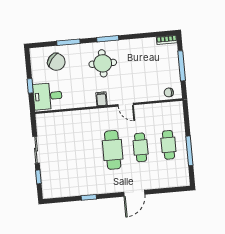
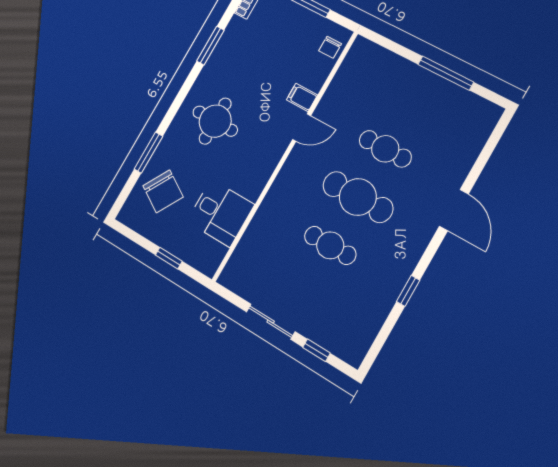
window: (108, 39) -> (210, 46), moved
chair: (56, 62) -> (163, 191), turned 82
desk: (48, 96) -> (220, 213), moved, turned -90
filing cabinet: (101, 99) -> (302, 97), moved
cafe table: (168, 145) -> (330, 245), moved

